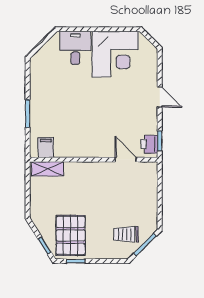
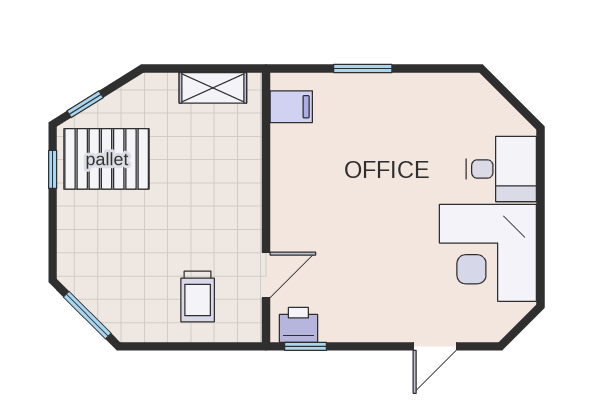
door: (160, 97) -> (435, 346), moved
shelving: (48, 169) -> (213, 88), moved, turned 90
trolley: (126, 234) -> (198, 296), moved, turned 180

